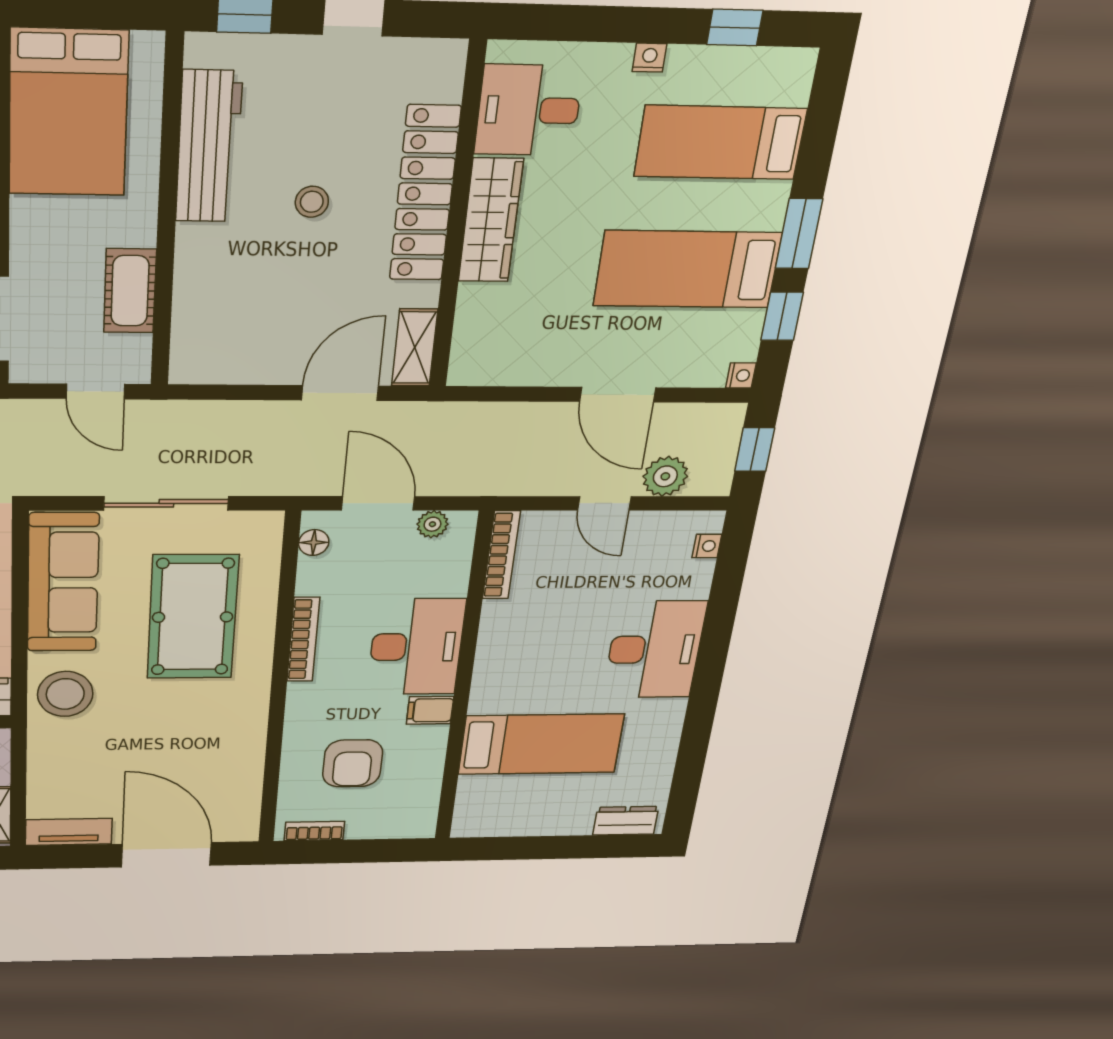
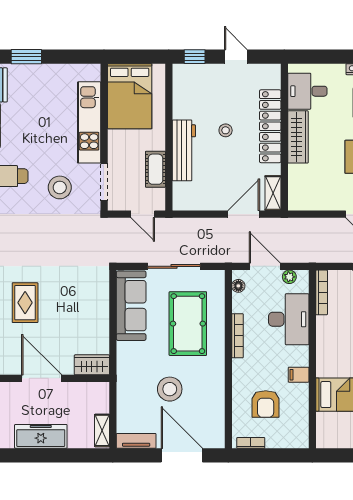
workbench: (209, 147) -> (184, 150), moved
desk: (416, 647) -> (289, 319), moved
stool: (65, 694) -> (170, 389), moved

